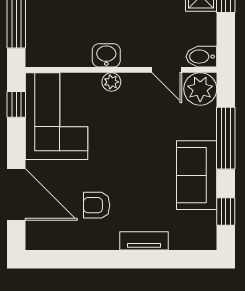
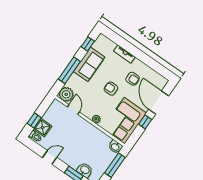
washbasin: (106, 55) -> (115, 147), moved
bidet: (201, 57) -> (58, 106), removed
window: (16, 104) -> (145, 122), moved
armchair: (124, 158) -> (111, 89), added

